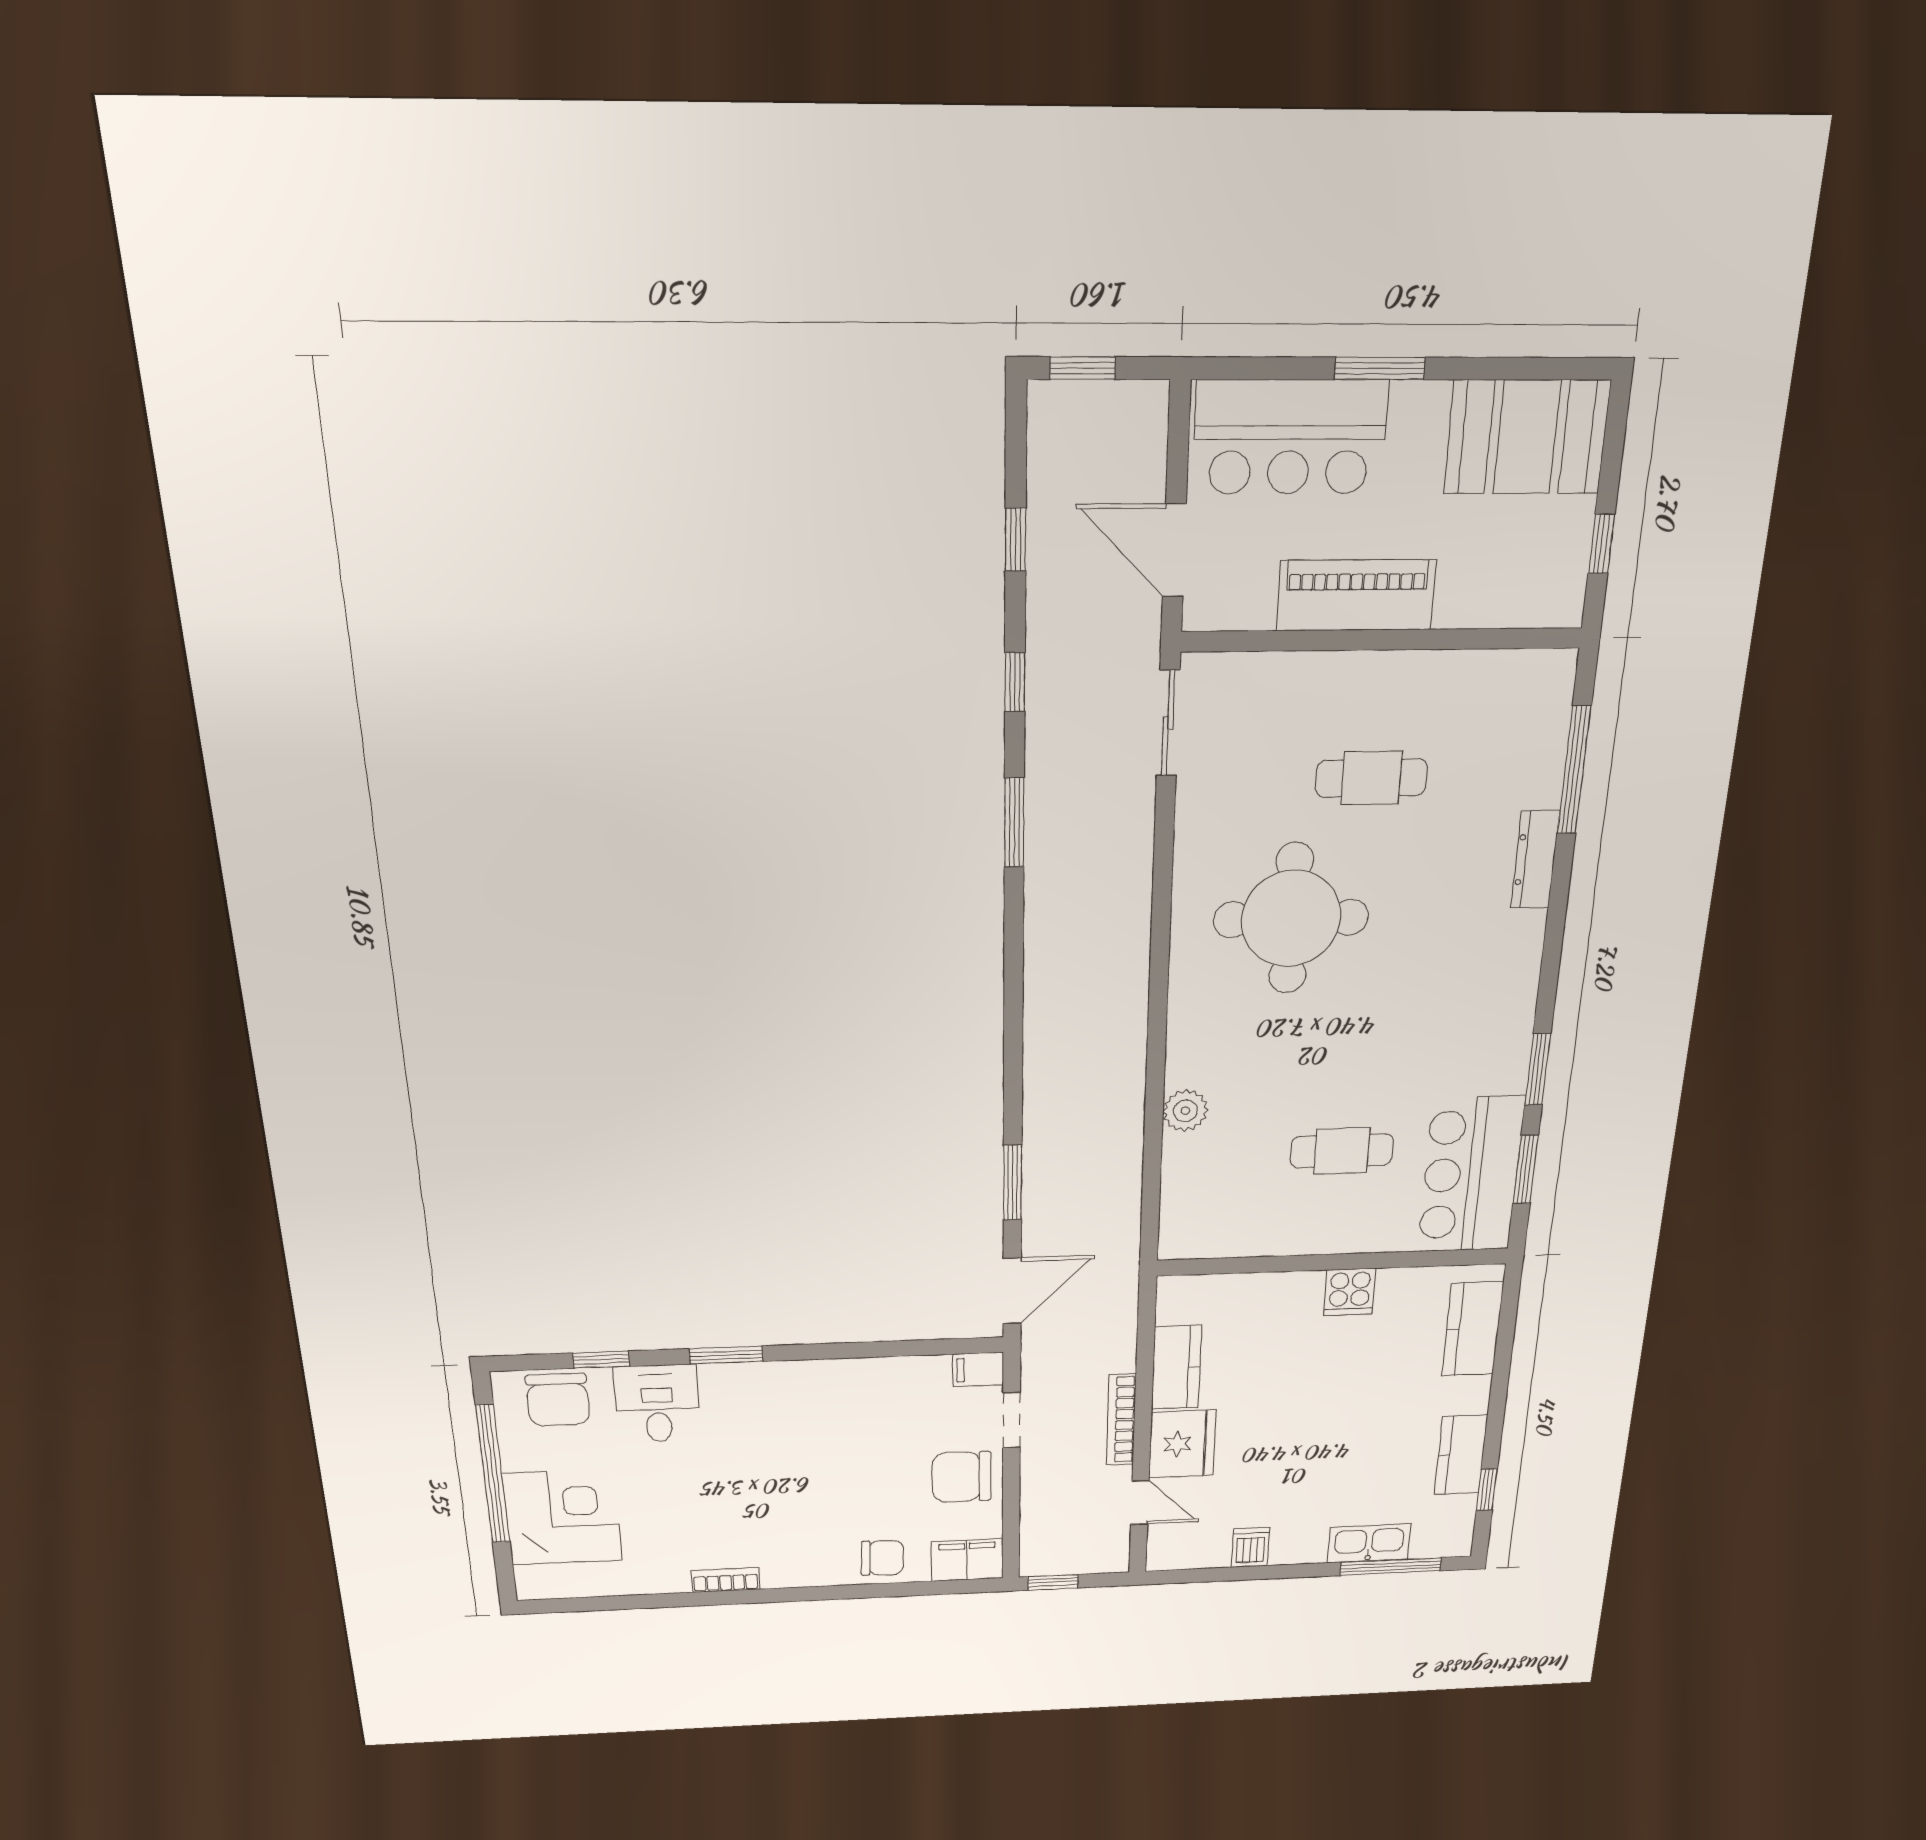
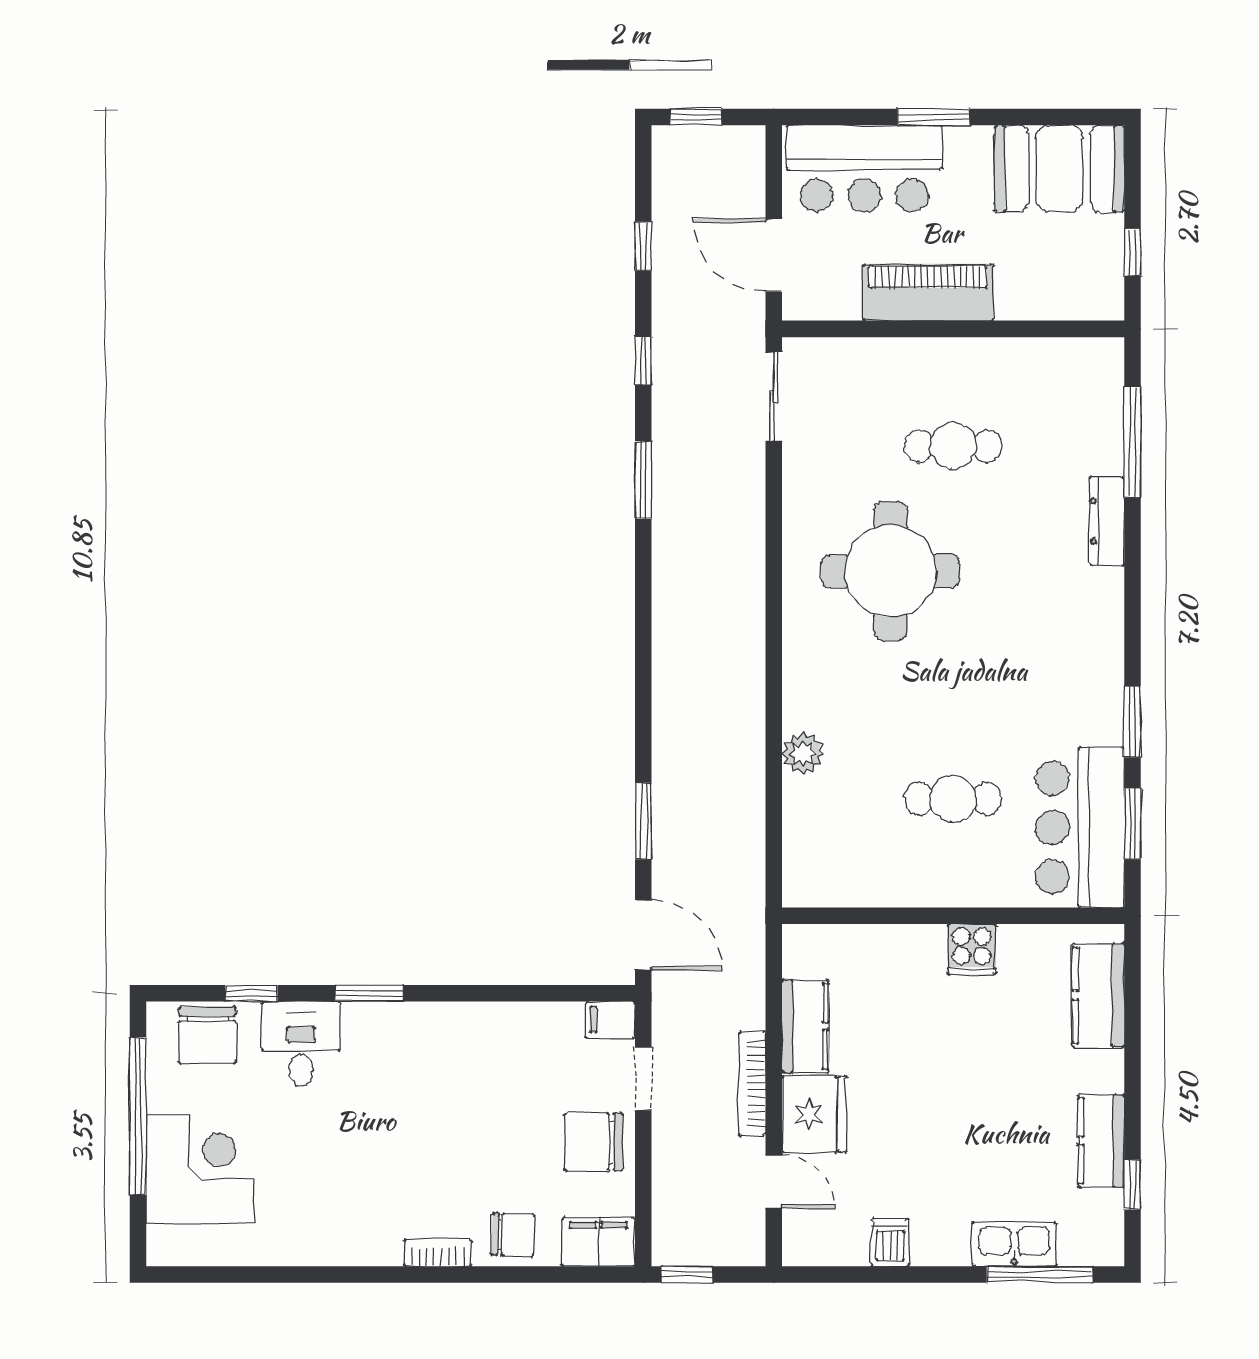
door: (1012, 1291) -> (643, 935), hinge flipped
bookcase: (726, 1580) -> (438, 1253), moved

